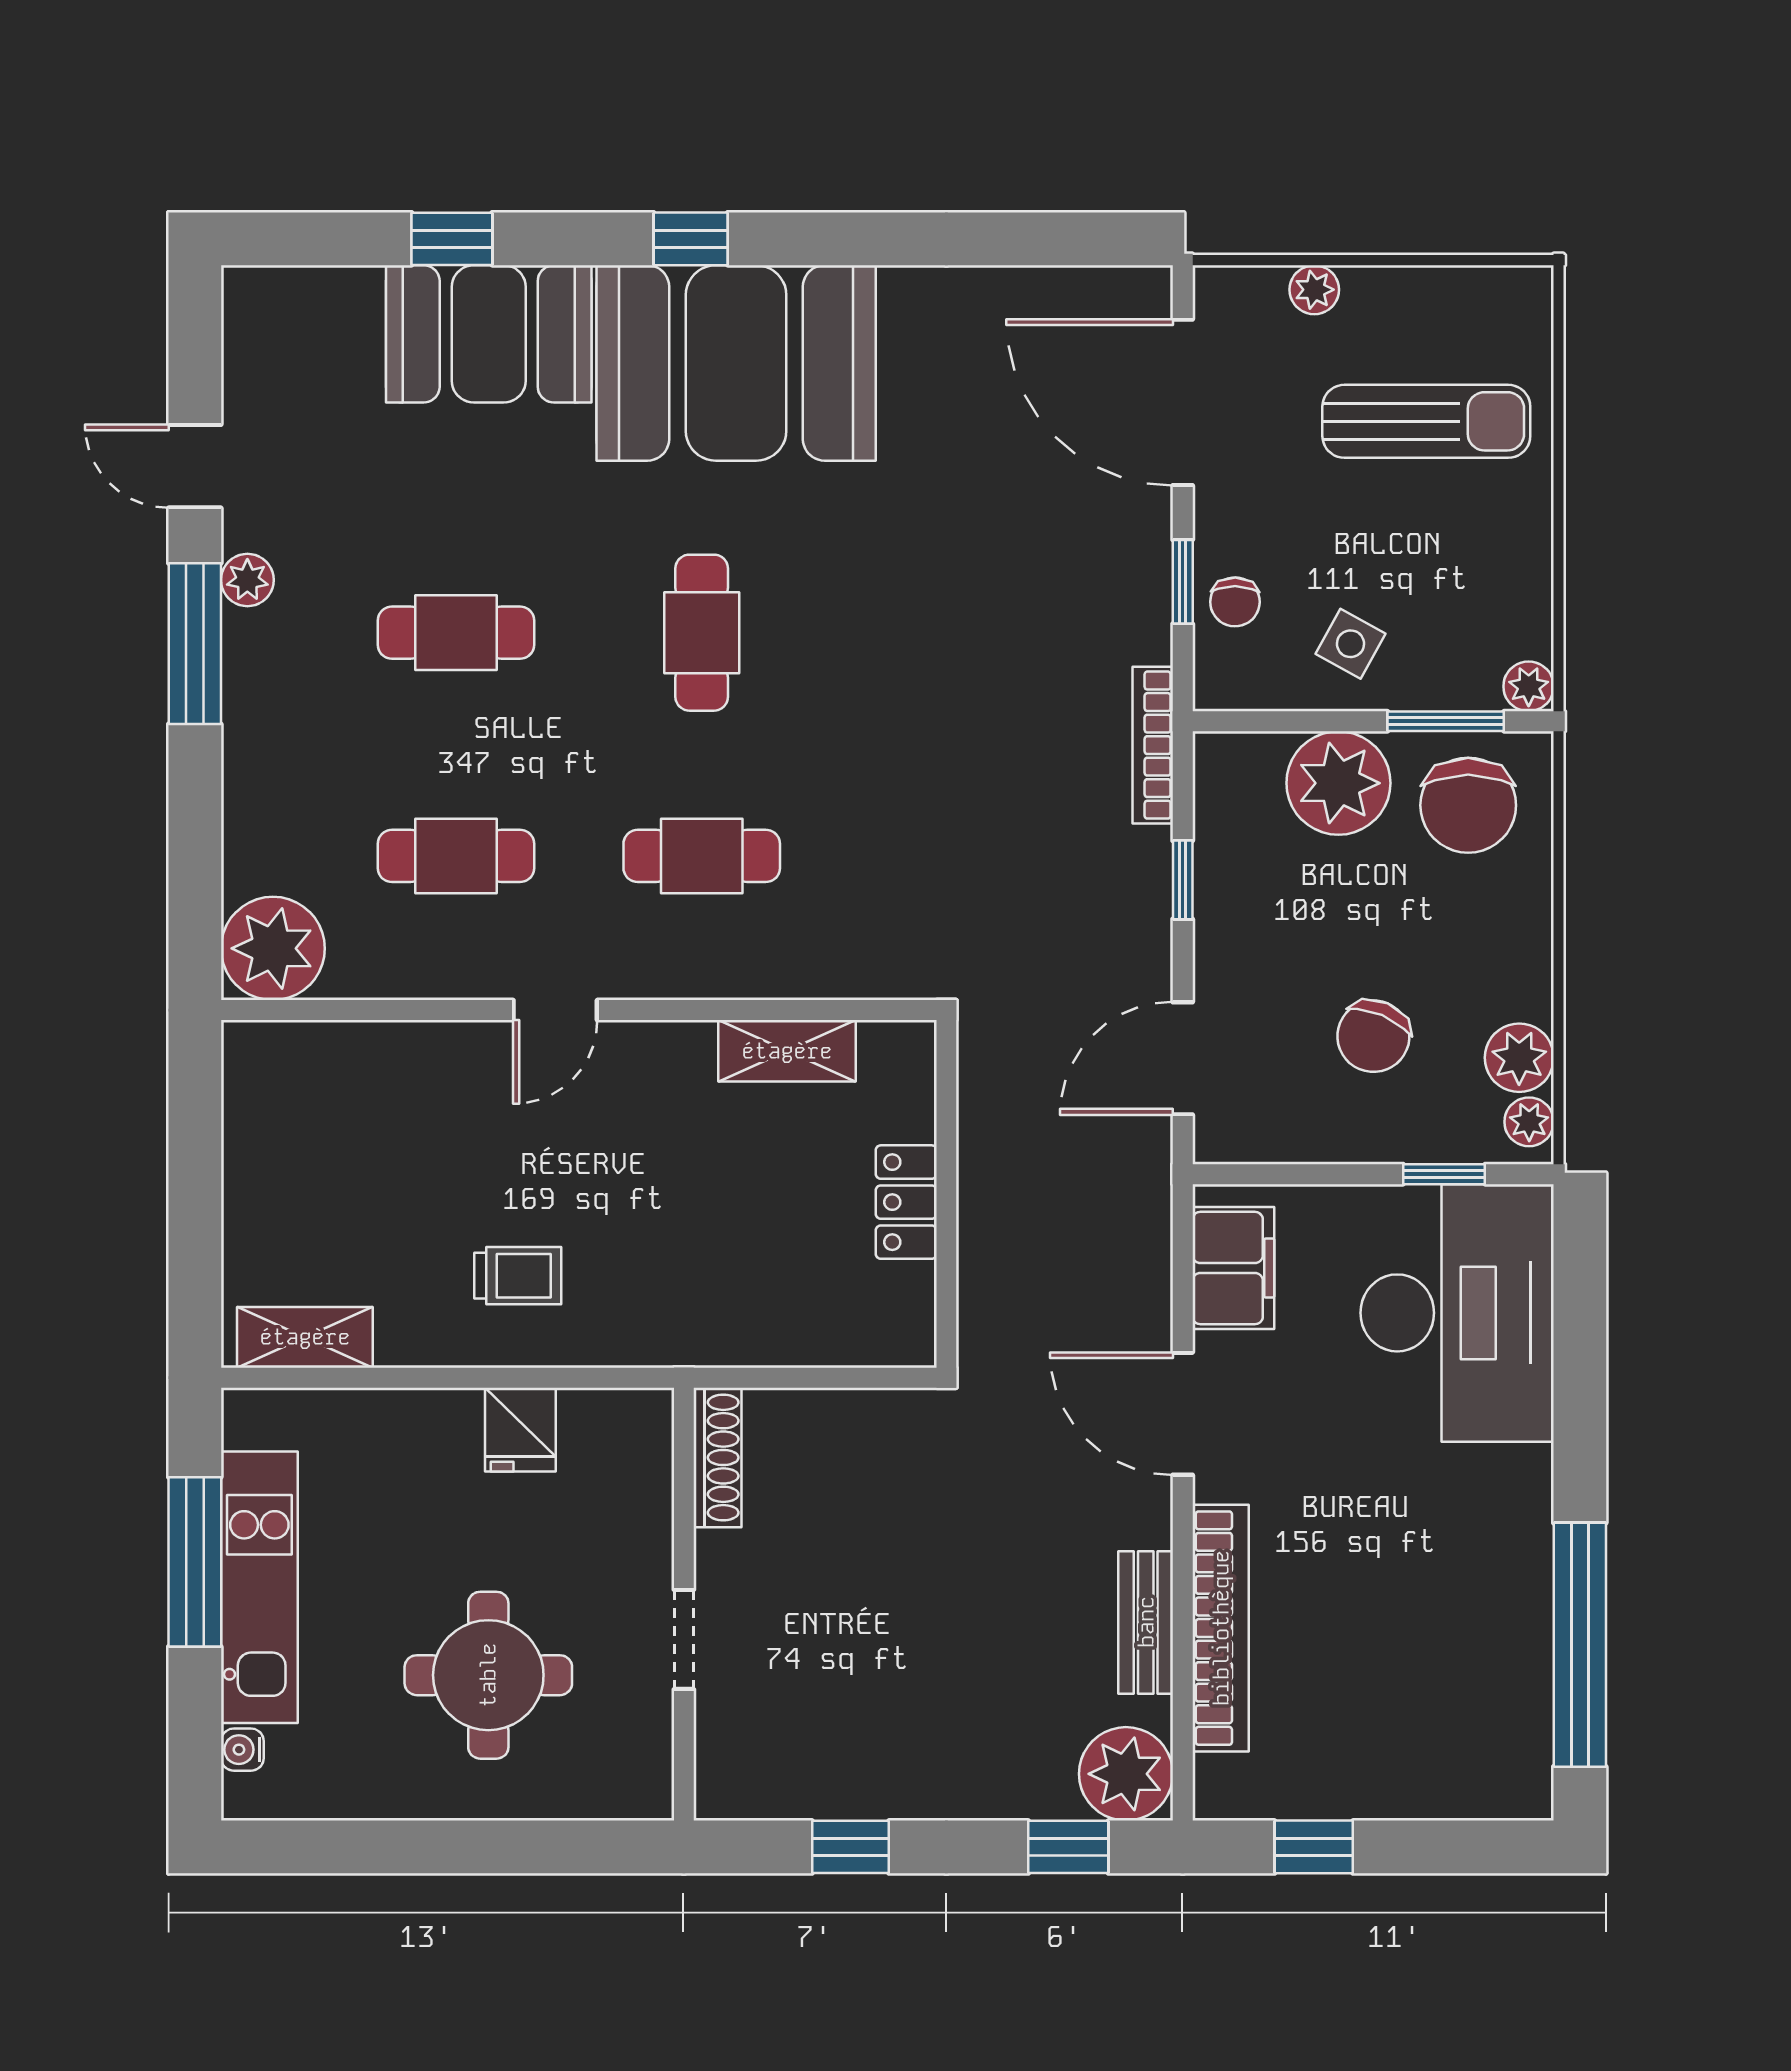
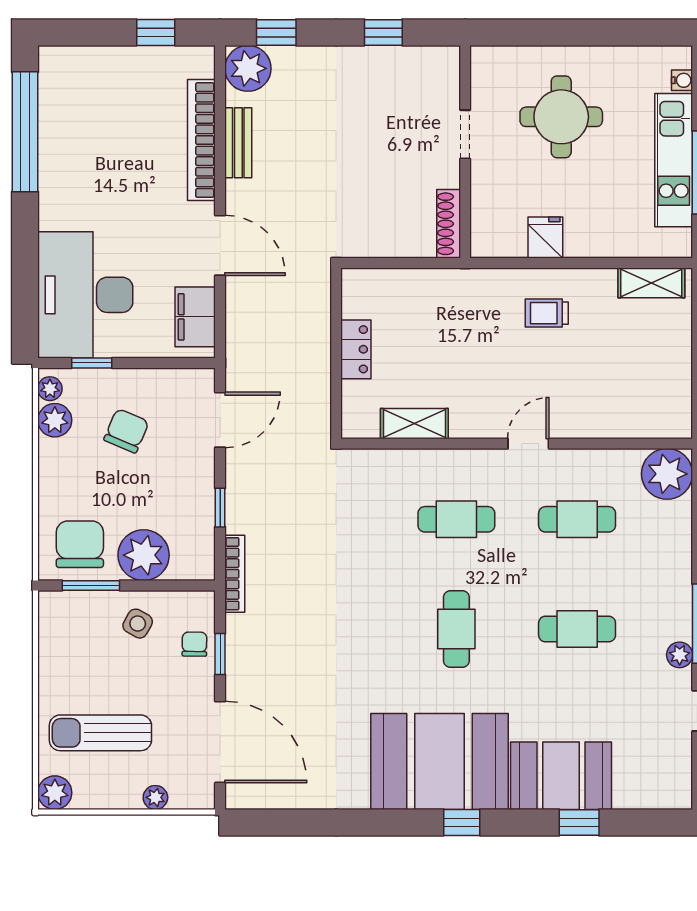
plant: (1529, 686) -> (55, 793), moved, width x1.38, depth x1.38

